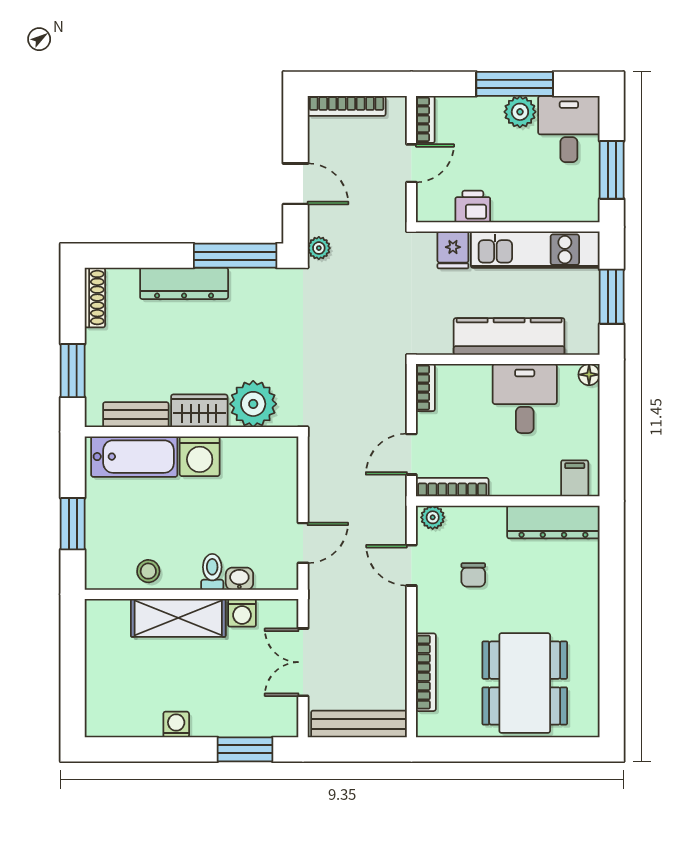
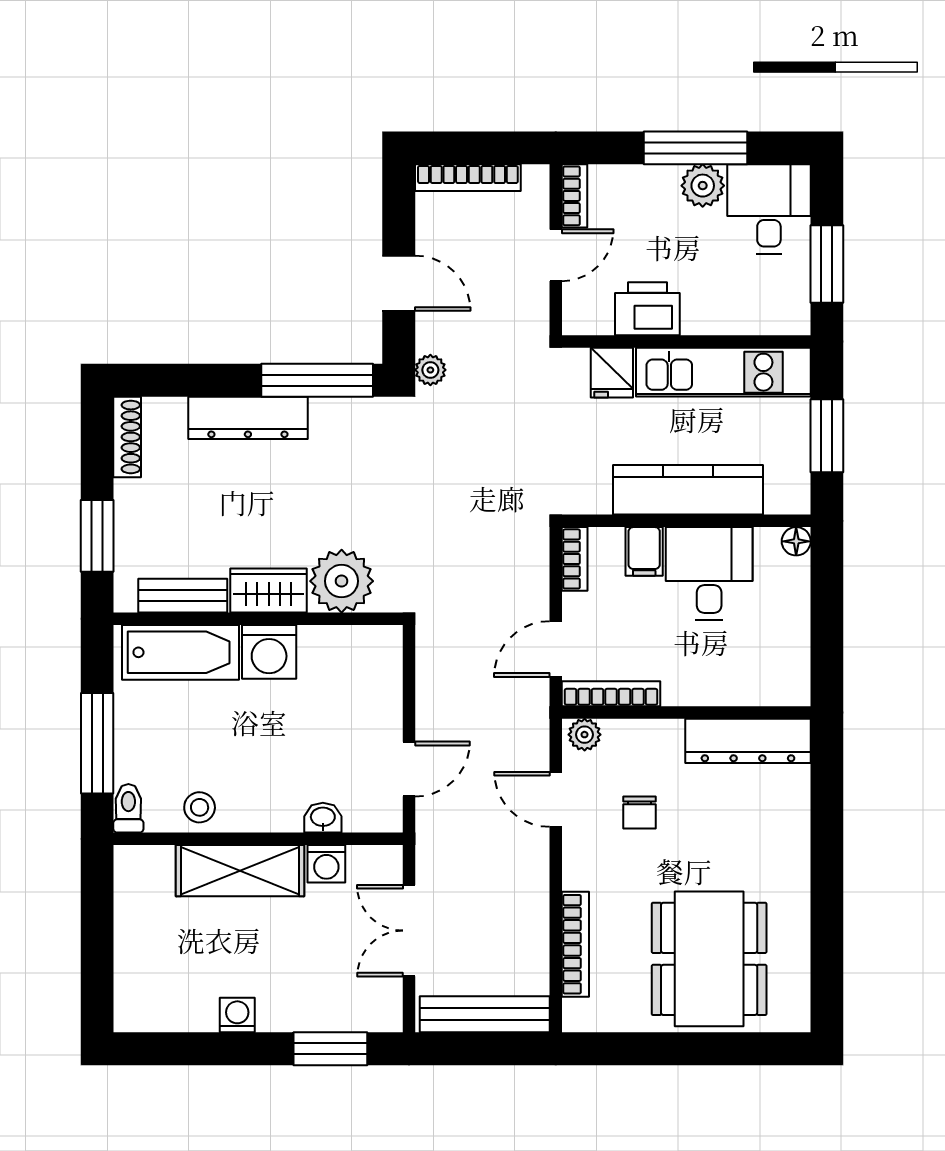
printer: (473, 207) -> (647, 309), width x1.36, depth x1.24
filing cabinet: (575, 478) -> (644, 551), moved, turned 180
window: (73, 524) -> (97, 743), width x1.44
toilet: (212, 572) -> (128, 808), moved

